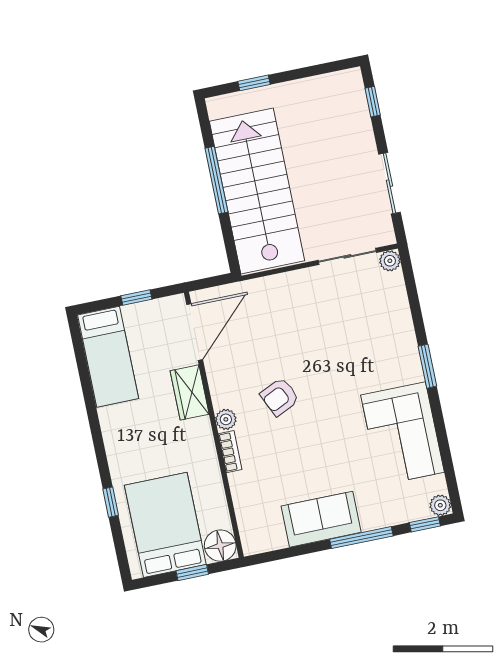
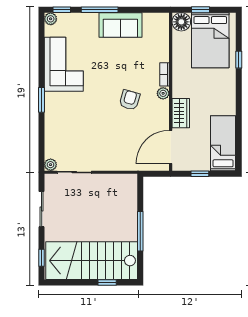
stairs: (257, 191) -> (92, 261), moved, turned 90
armchair: (280, 397) -> (130, 100), turned -49

